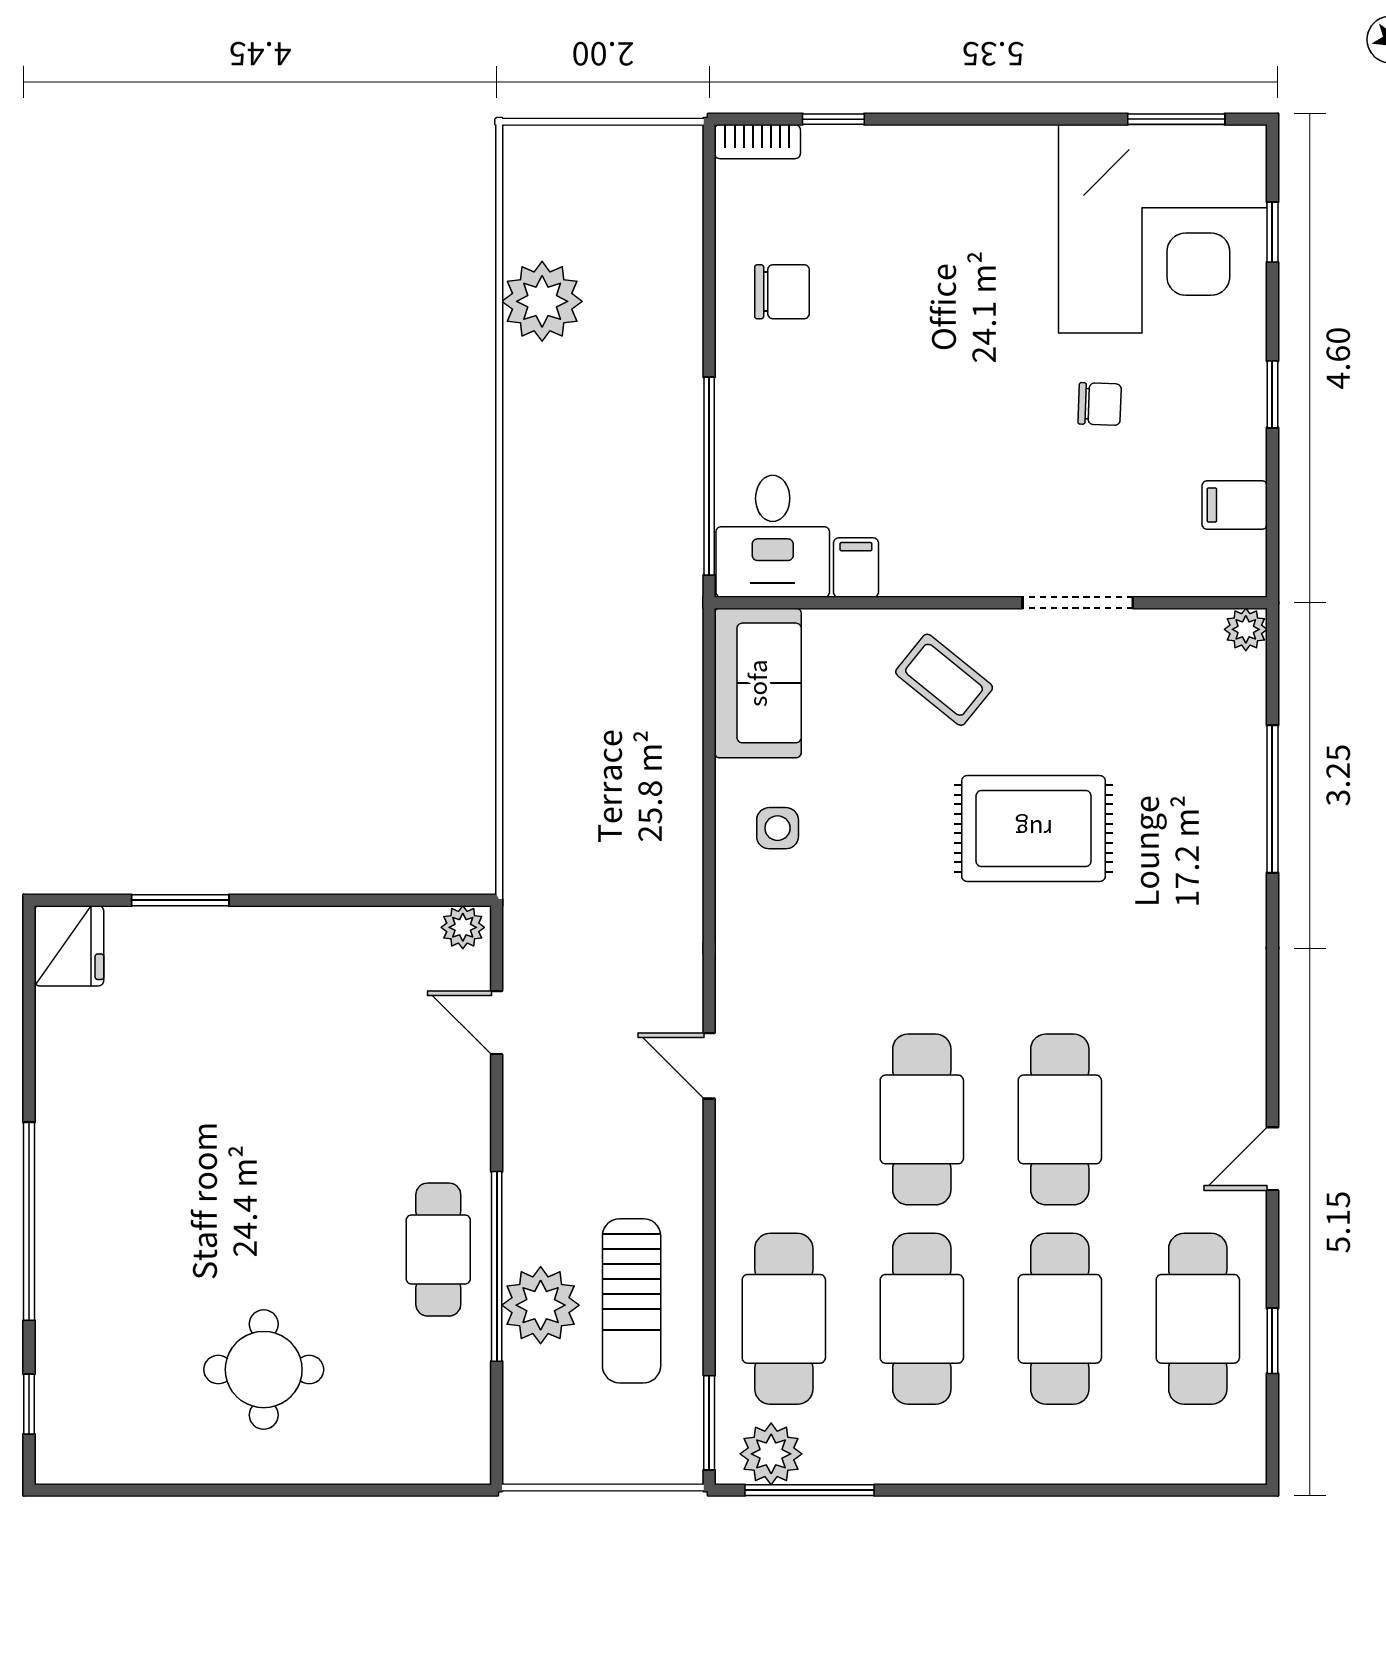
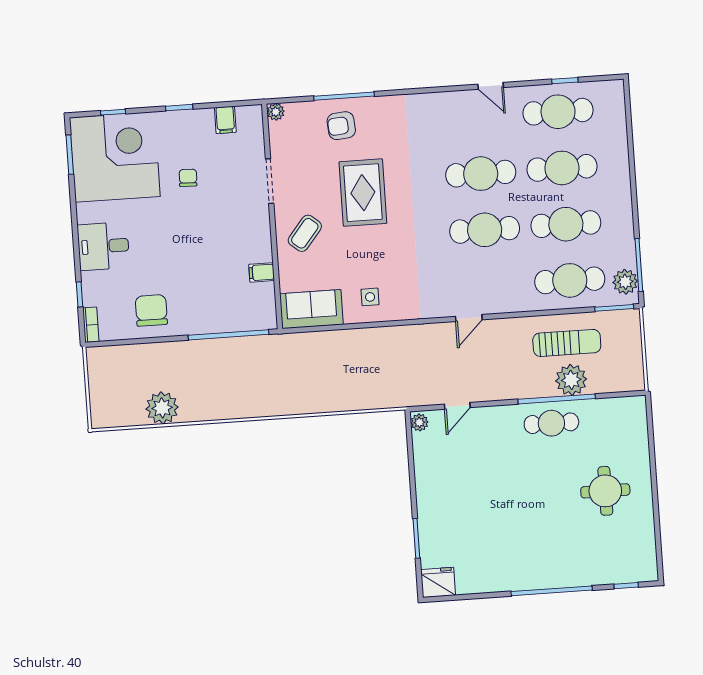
chair: (782, 292) -> (151, 310), width x1.37, depth x1.37
desk: (773, 536) -> (103, 246), moved, turned 180
armchair: (1201, 787) -> (341, 126), added

